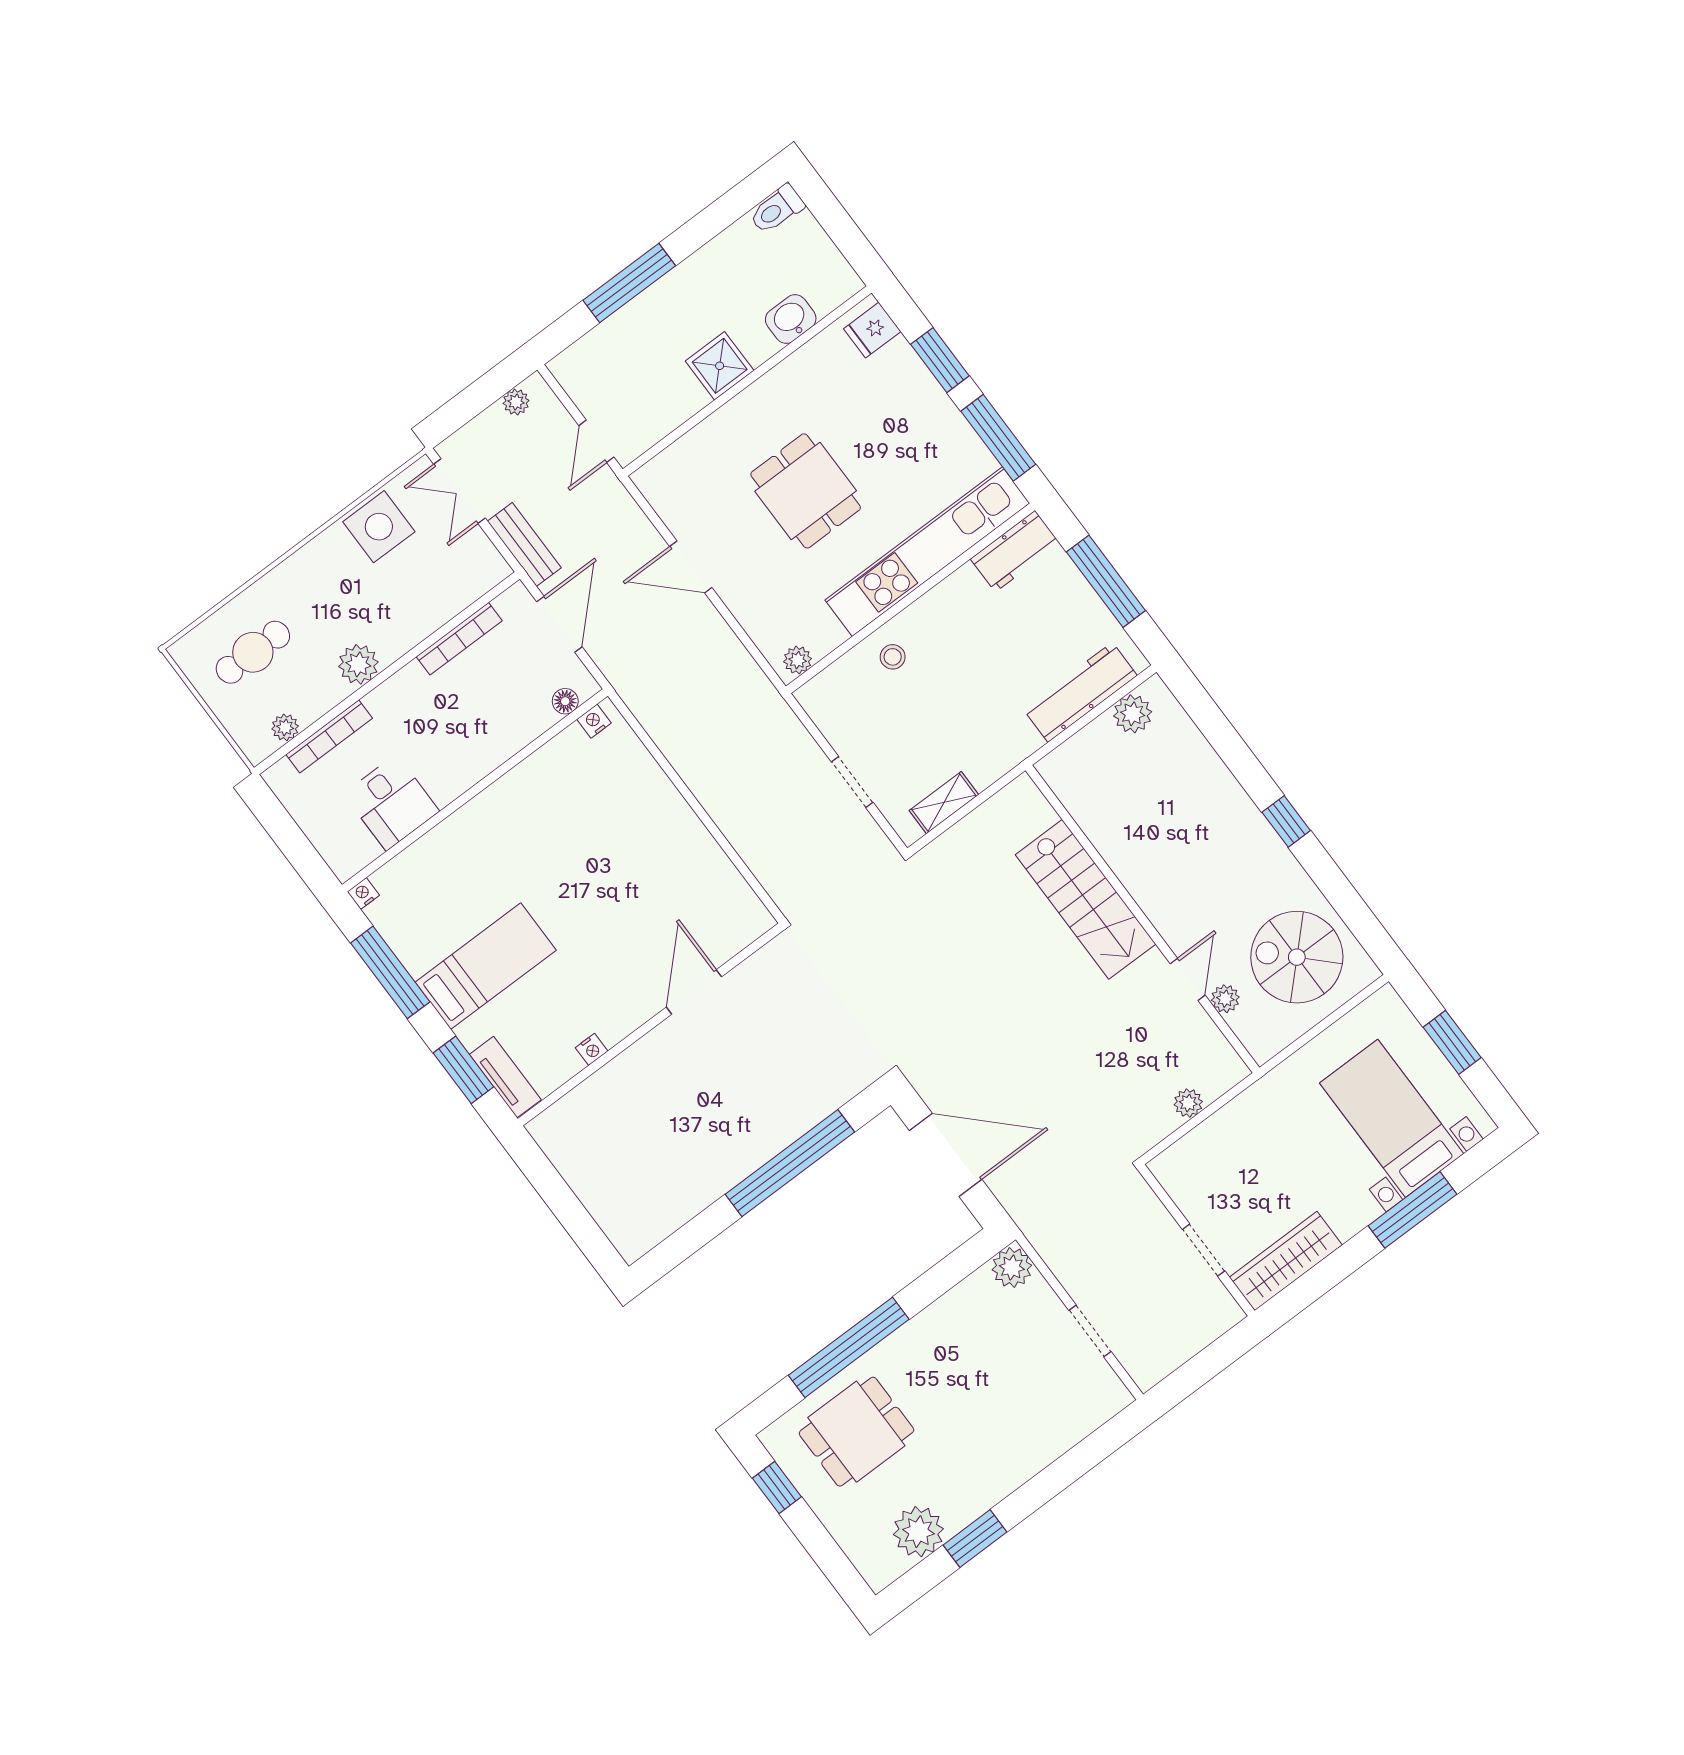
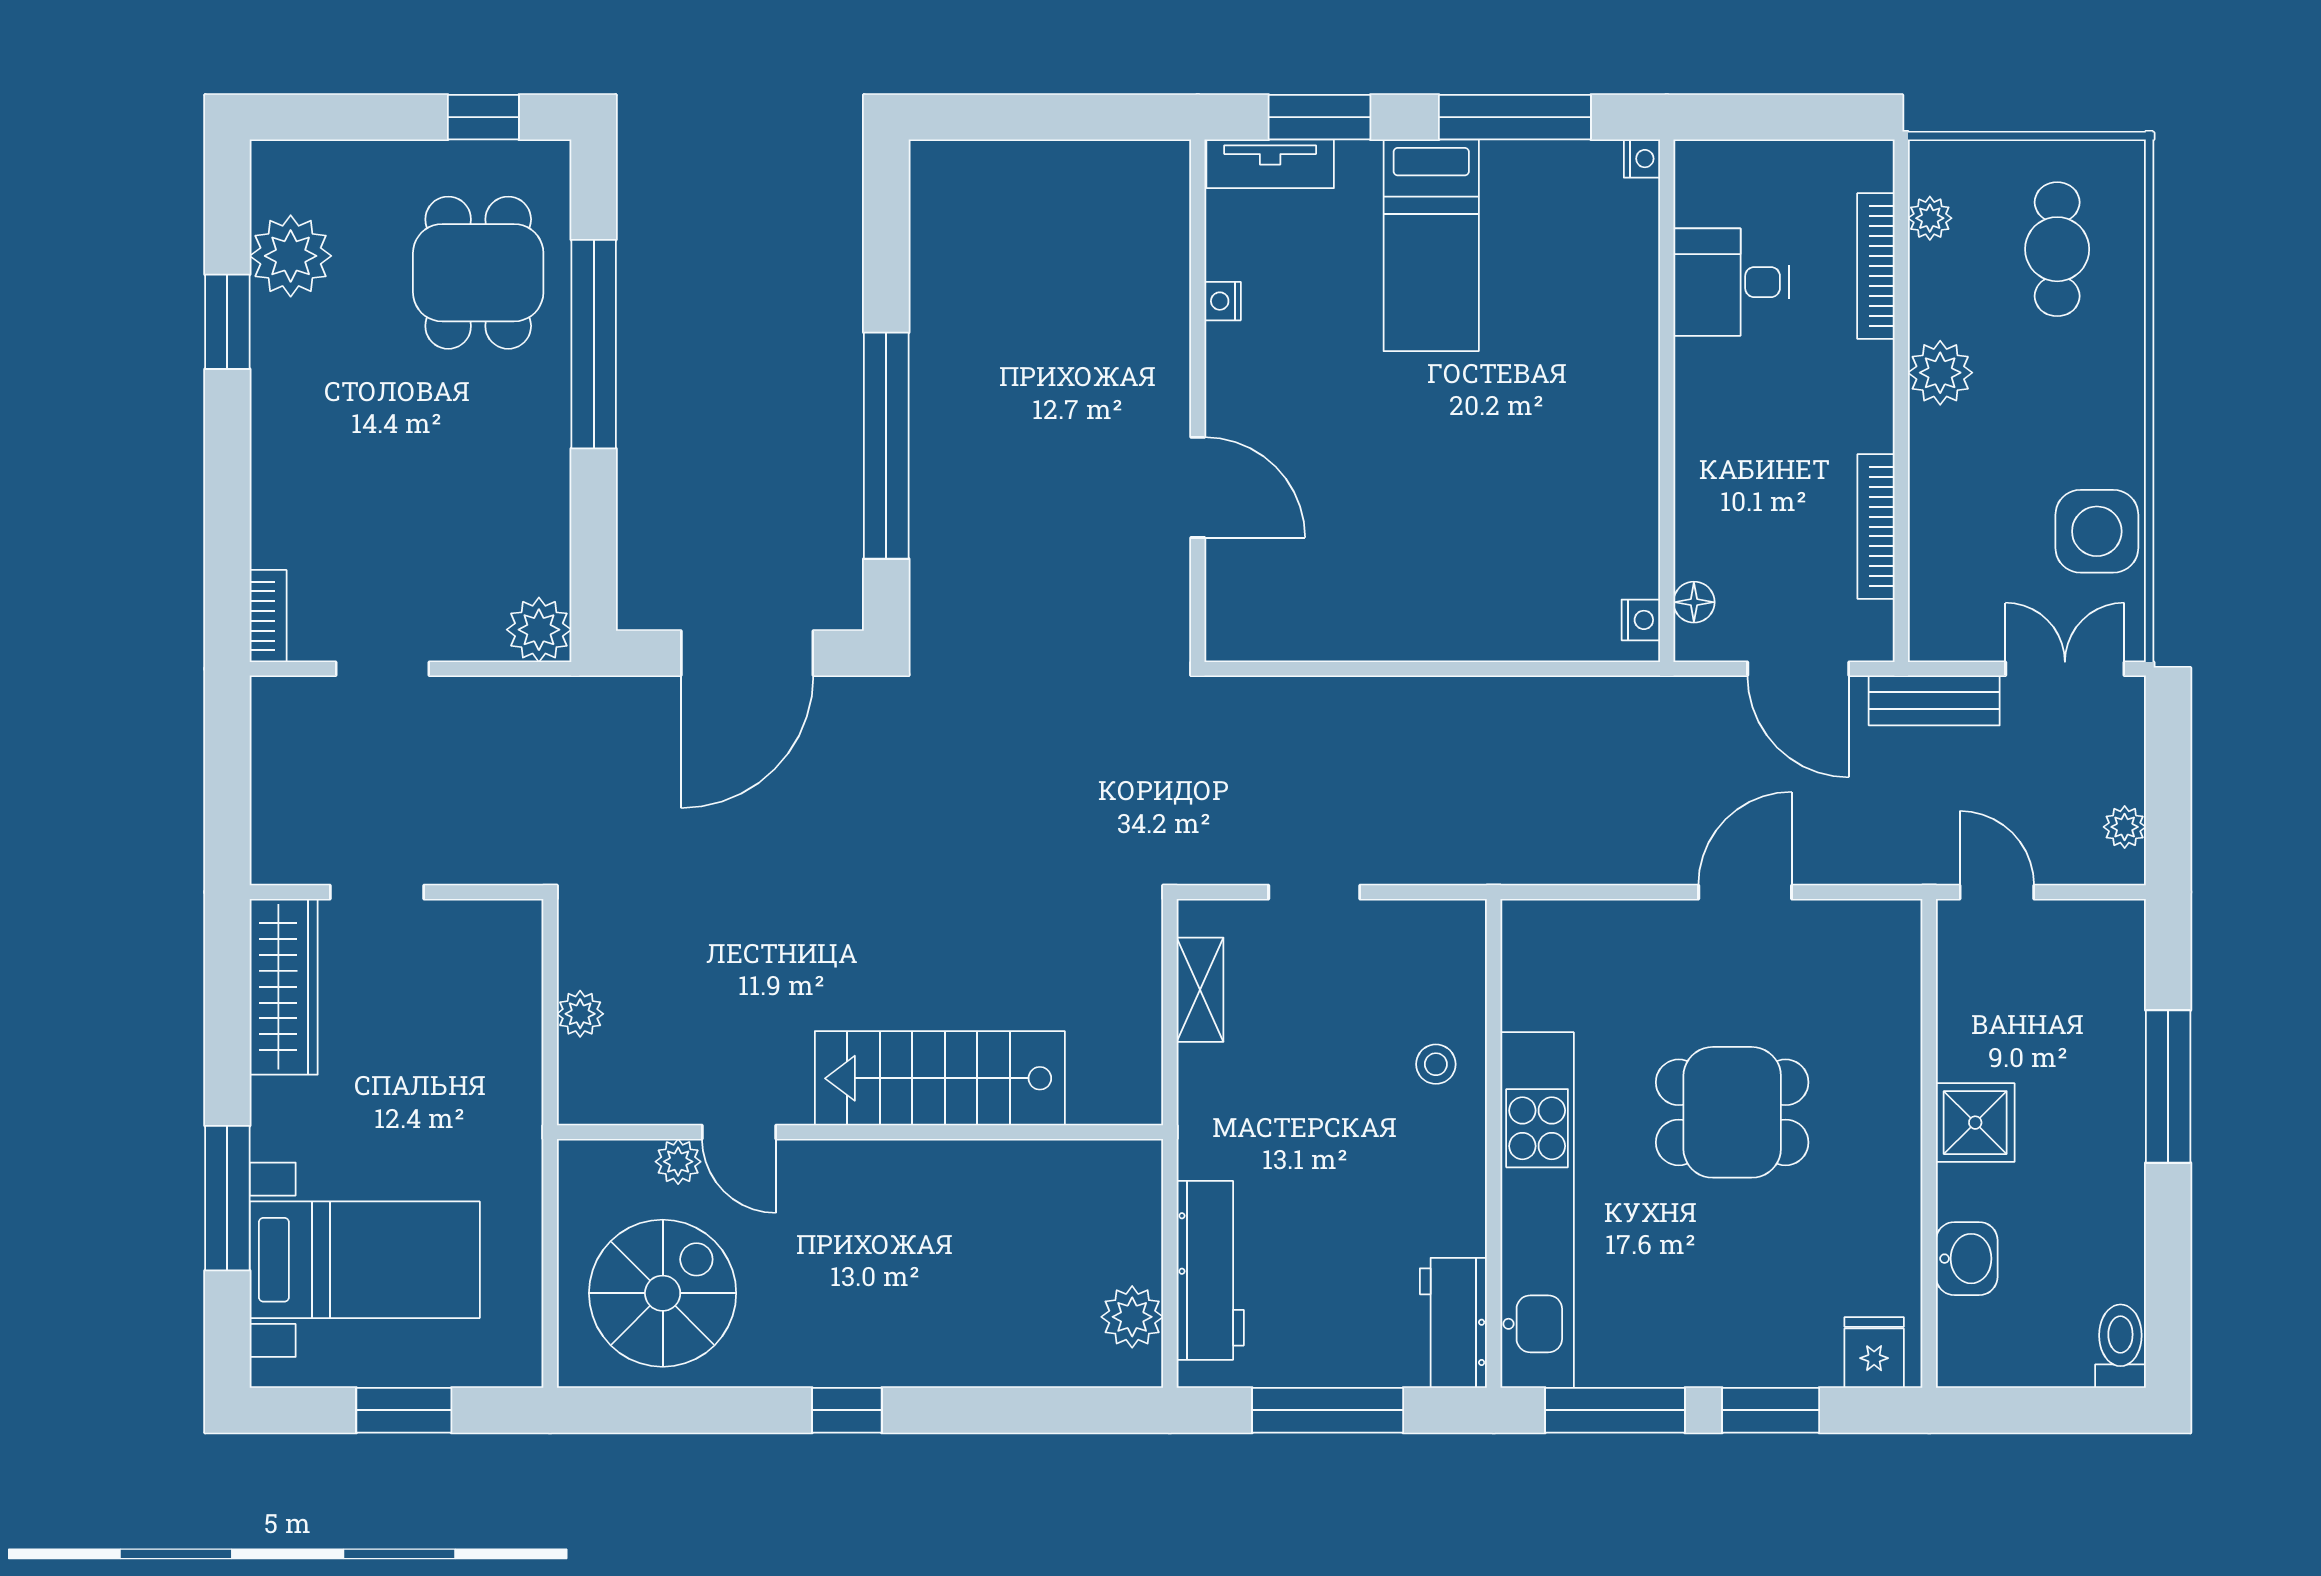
plant: (798, 660) -> (1523, 939), removed
bookcase: (1107, 1408) -> (268, 616), added

